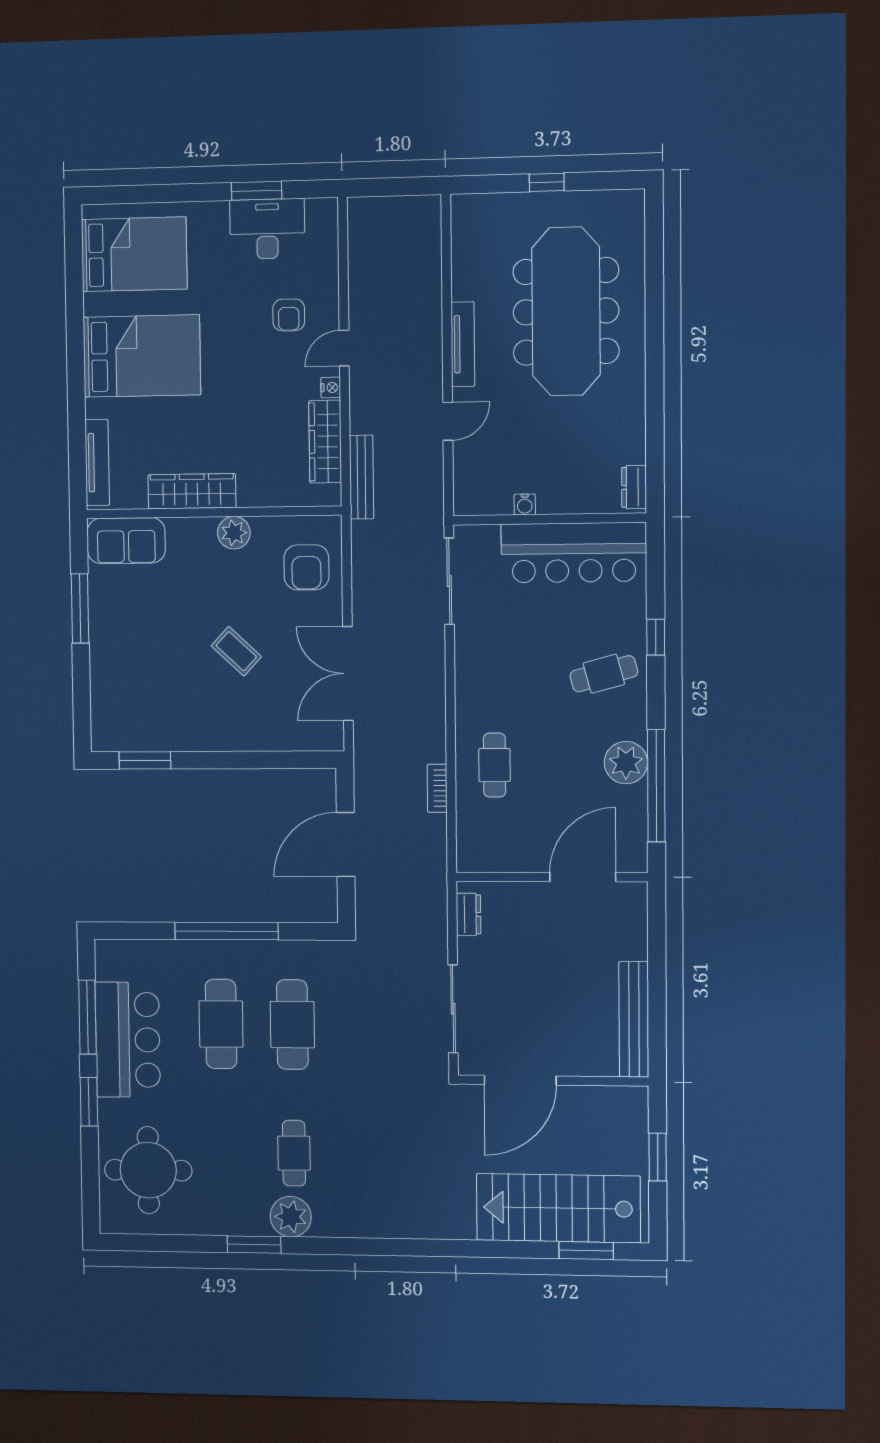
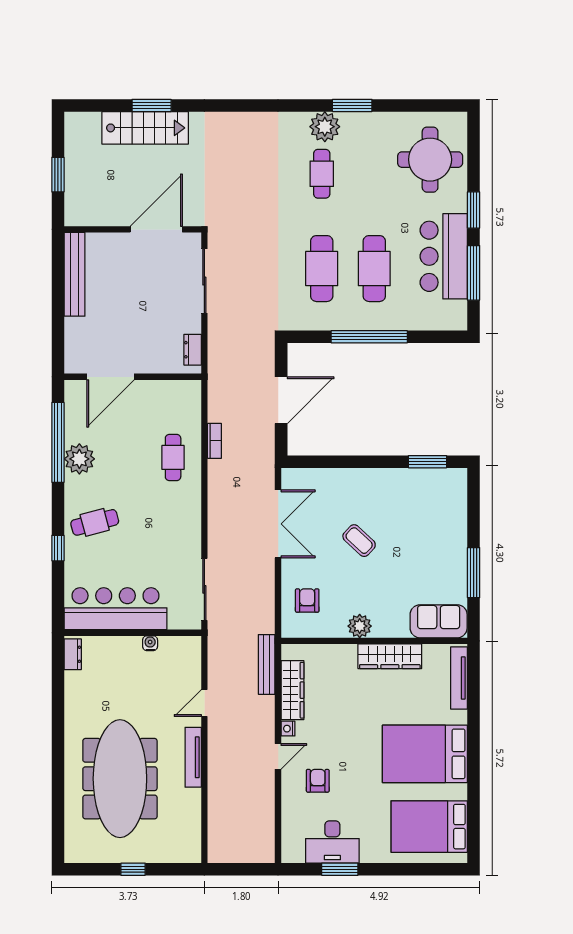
armchair: (306, 567) -> (307, 601), width x0.72, depth x0.72
stairs: (558, 1208) -> (145, 128), width x0.73, depth x0.66
window: (586, 1250) -> (152, 105), moved

